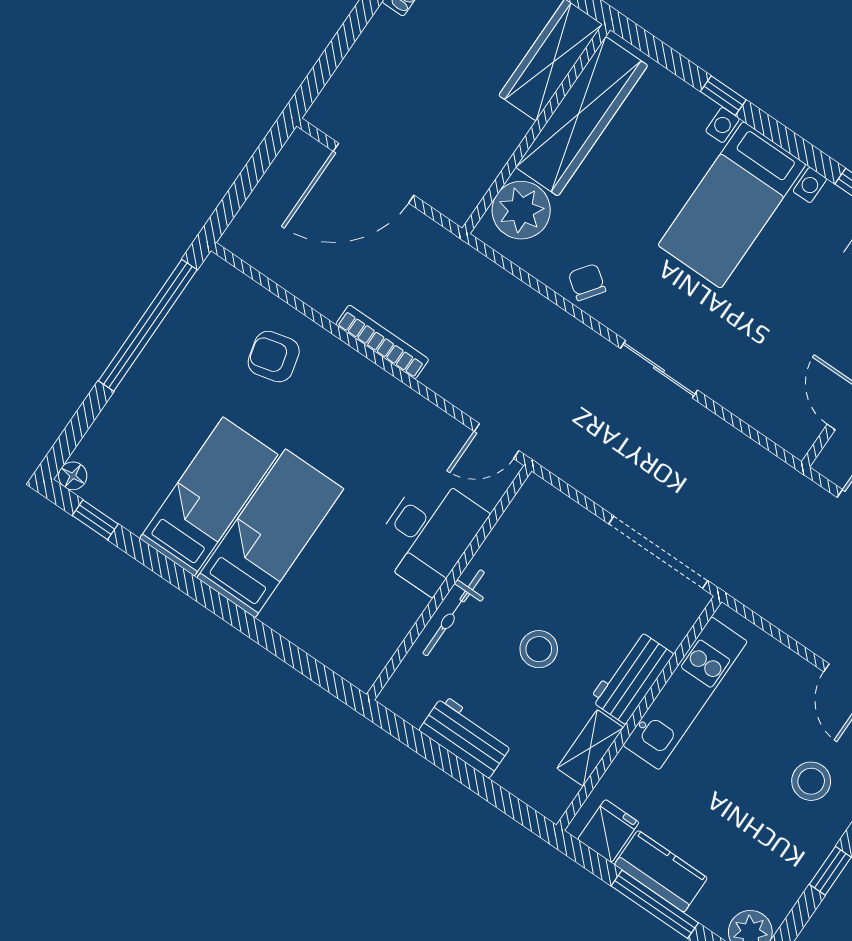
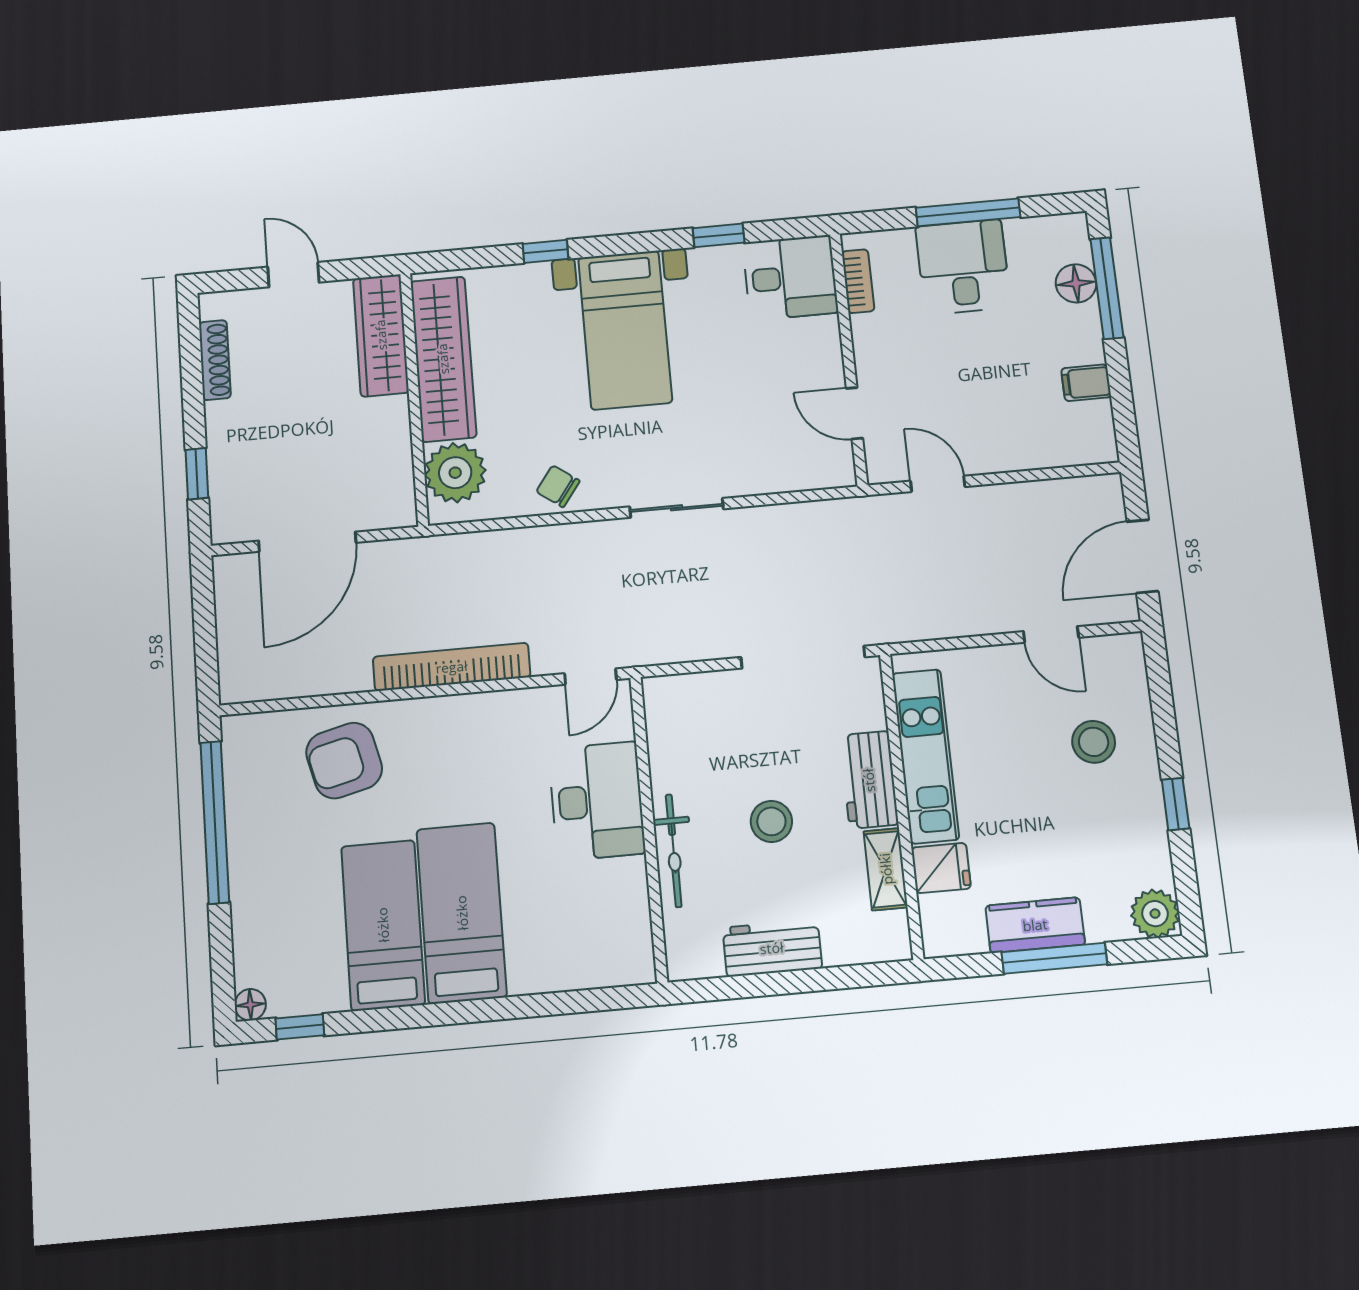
window: (334, 55) -> (197, 474), added
bookcase: (382, 342) -> (452, 667), width x1.48, depth x1.31
armchair: (274, 357) -> (344, 761), width x1.38, depth x1.38
fridge: (608, 831) -> (941, 868), moved, turned 90

